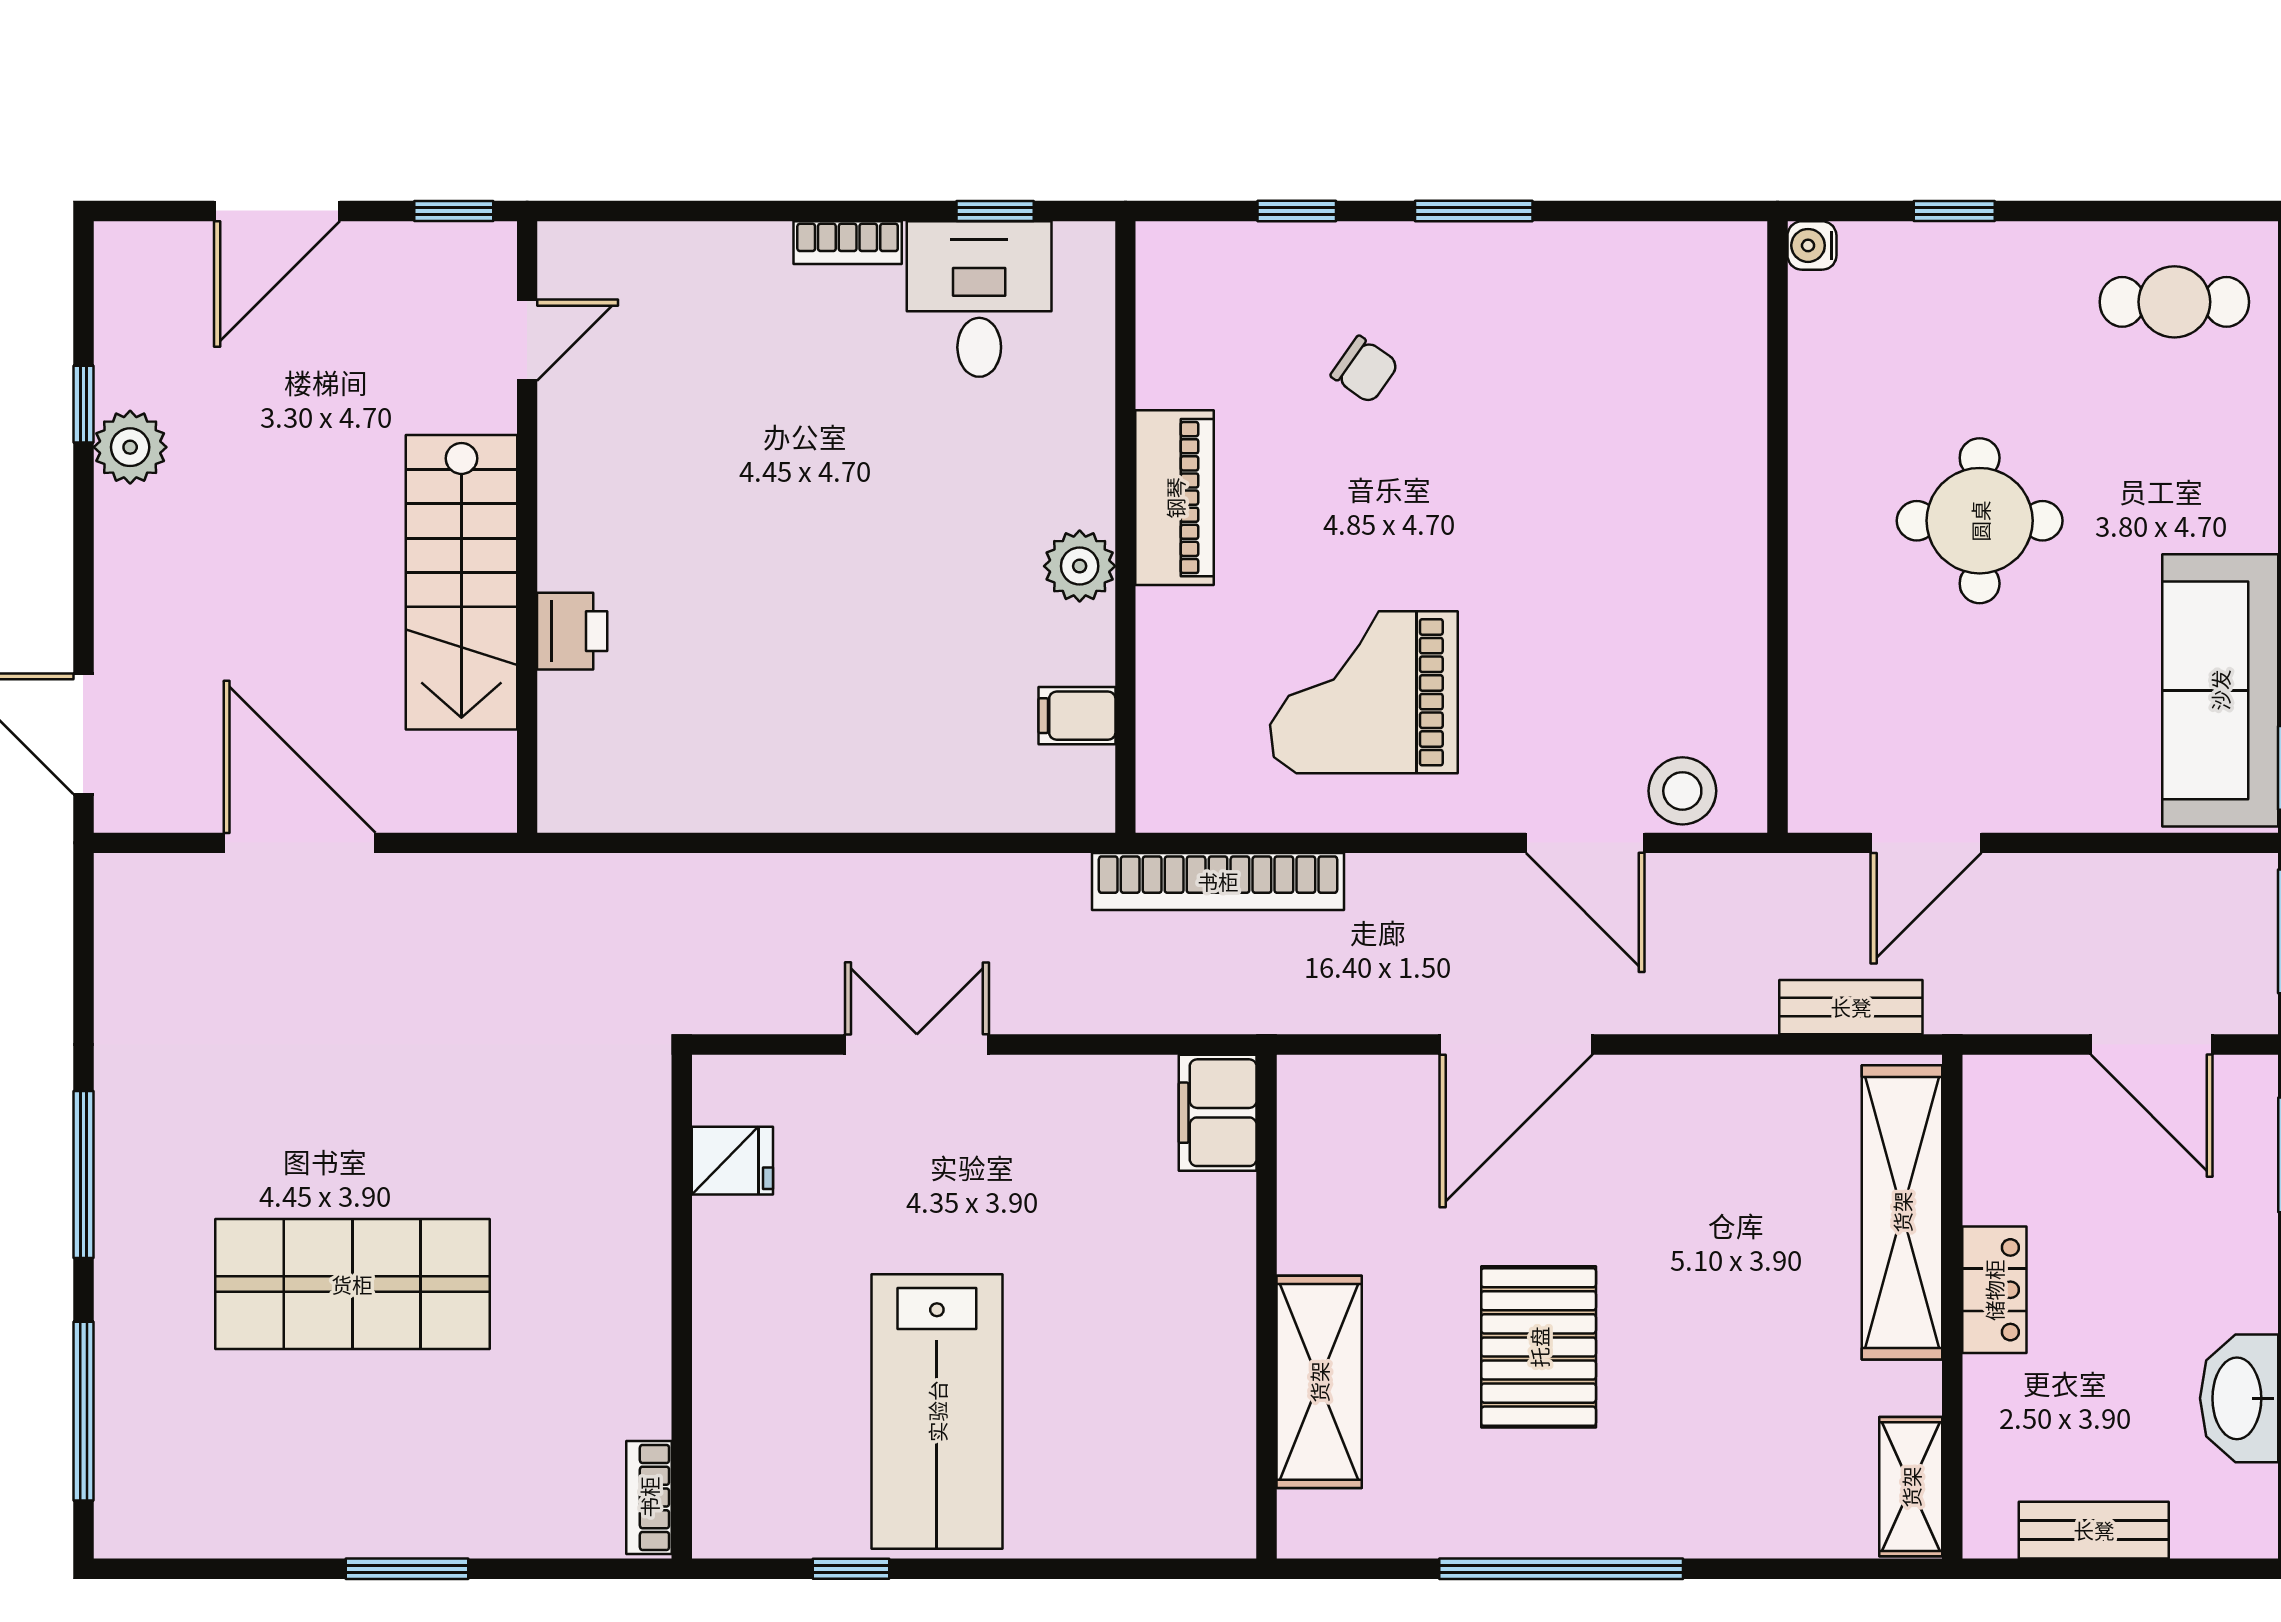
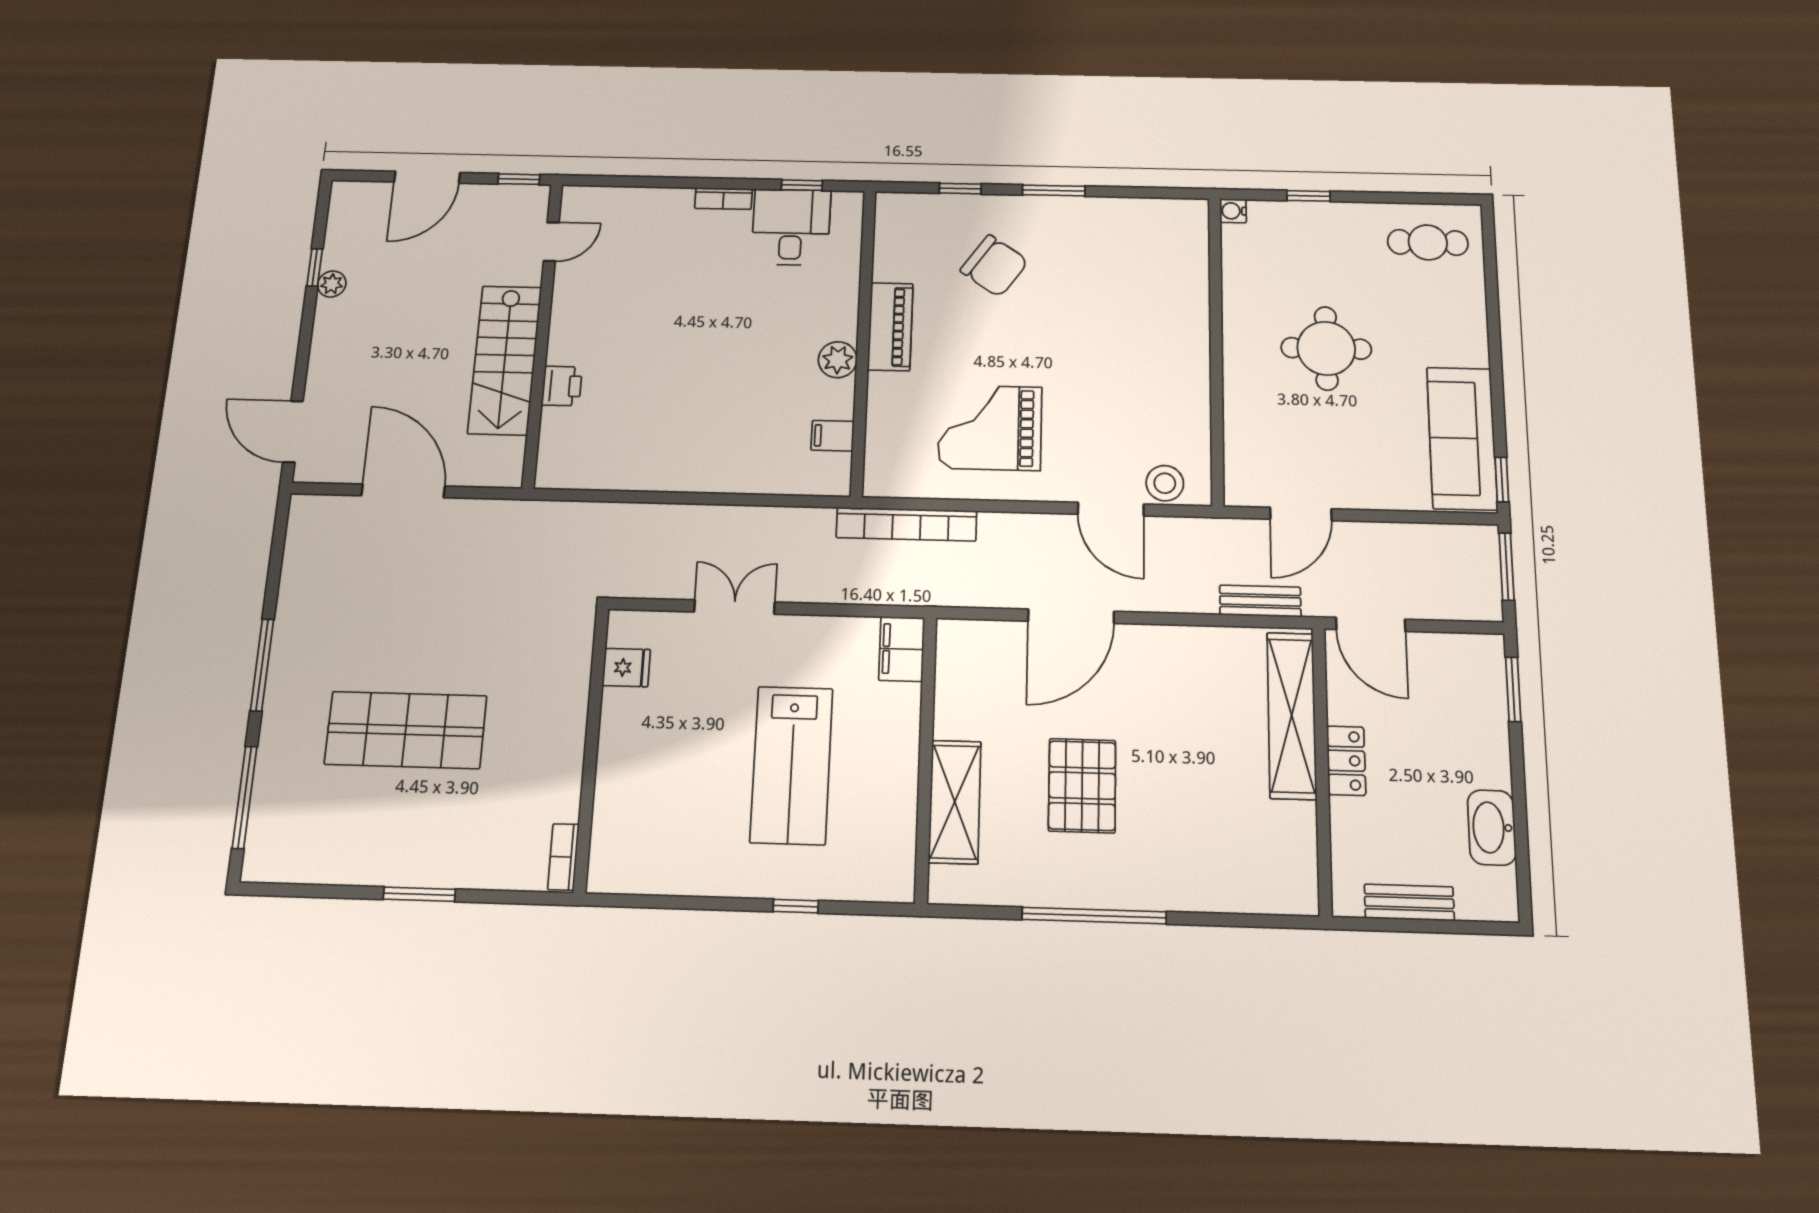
chair: (1365, 370) -> (994, 266), width x1.87, depth x1.87
plant: (130, 447) -> (332, 284), width x0.73, depth x0.73
door: (2152, 1045) -> (1371, 624), moved
lab bench: (937, 1411) -> (792, 765), moved
shelving: (1911, 1487) -> (1300, 873), removed
window: (851, 1569) -> (796, 906), moved

